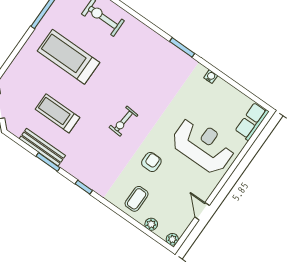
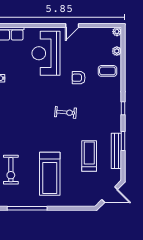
treadmill: (58, 113) -> (89, 156), turned 180
door: (202, 211) -> (72, 25), moved

